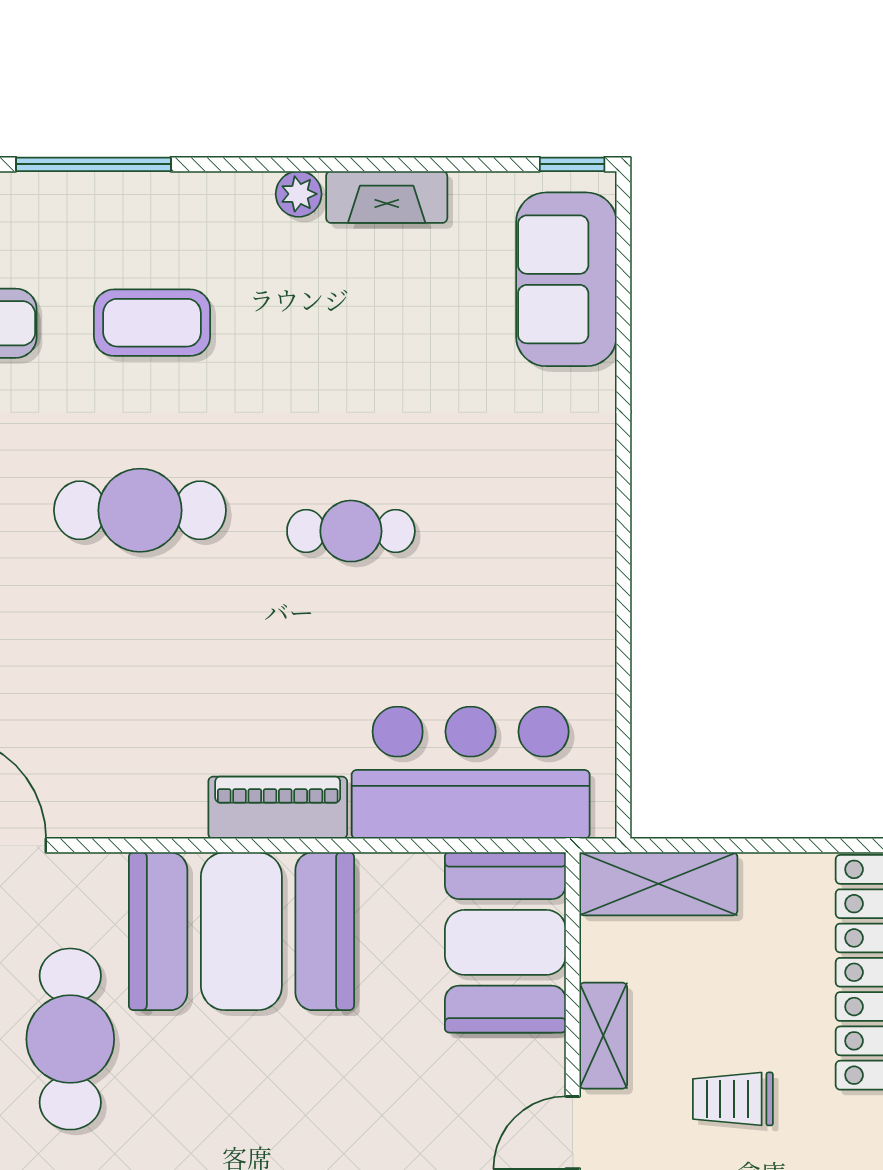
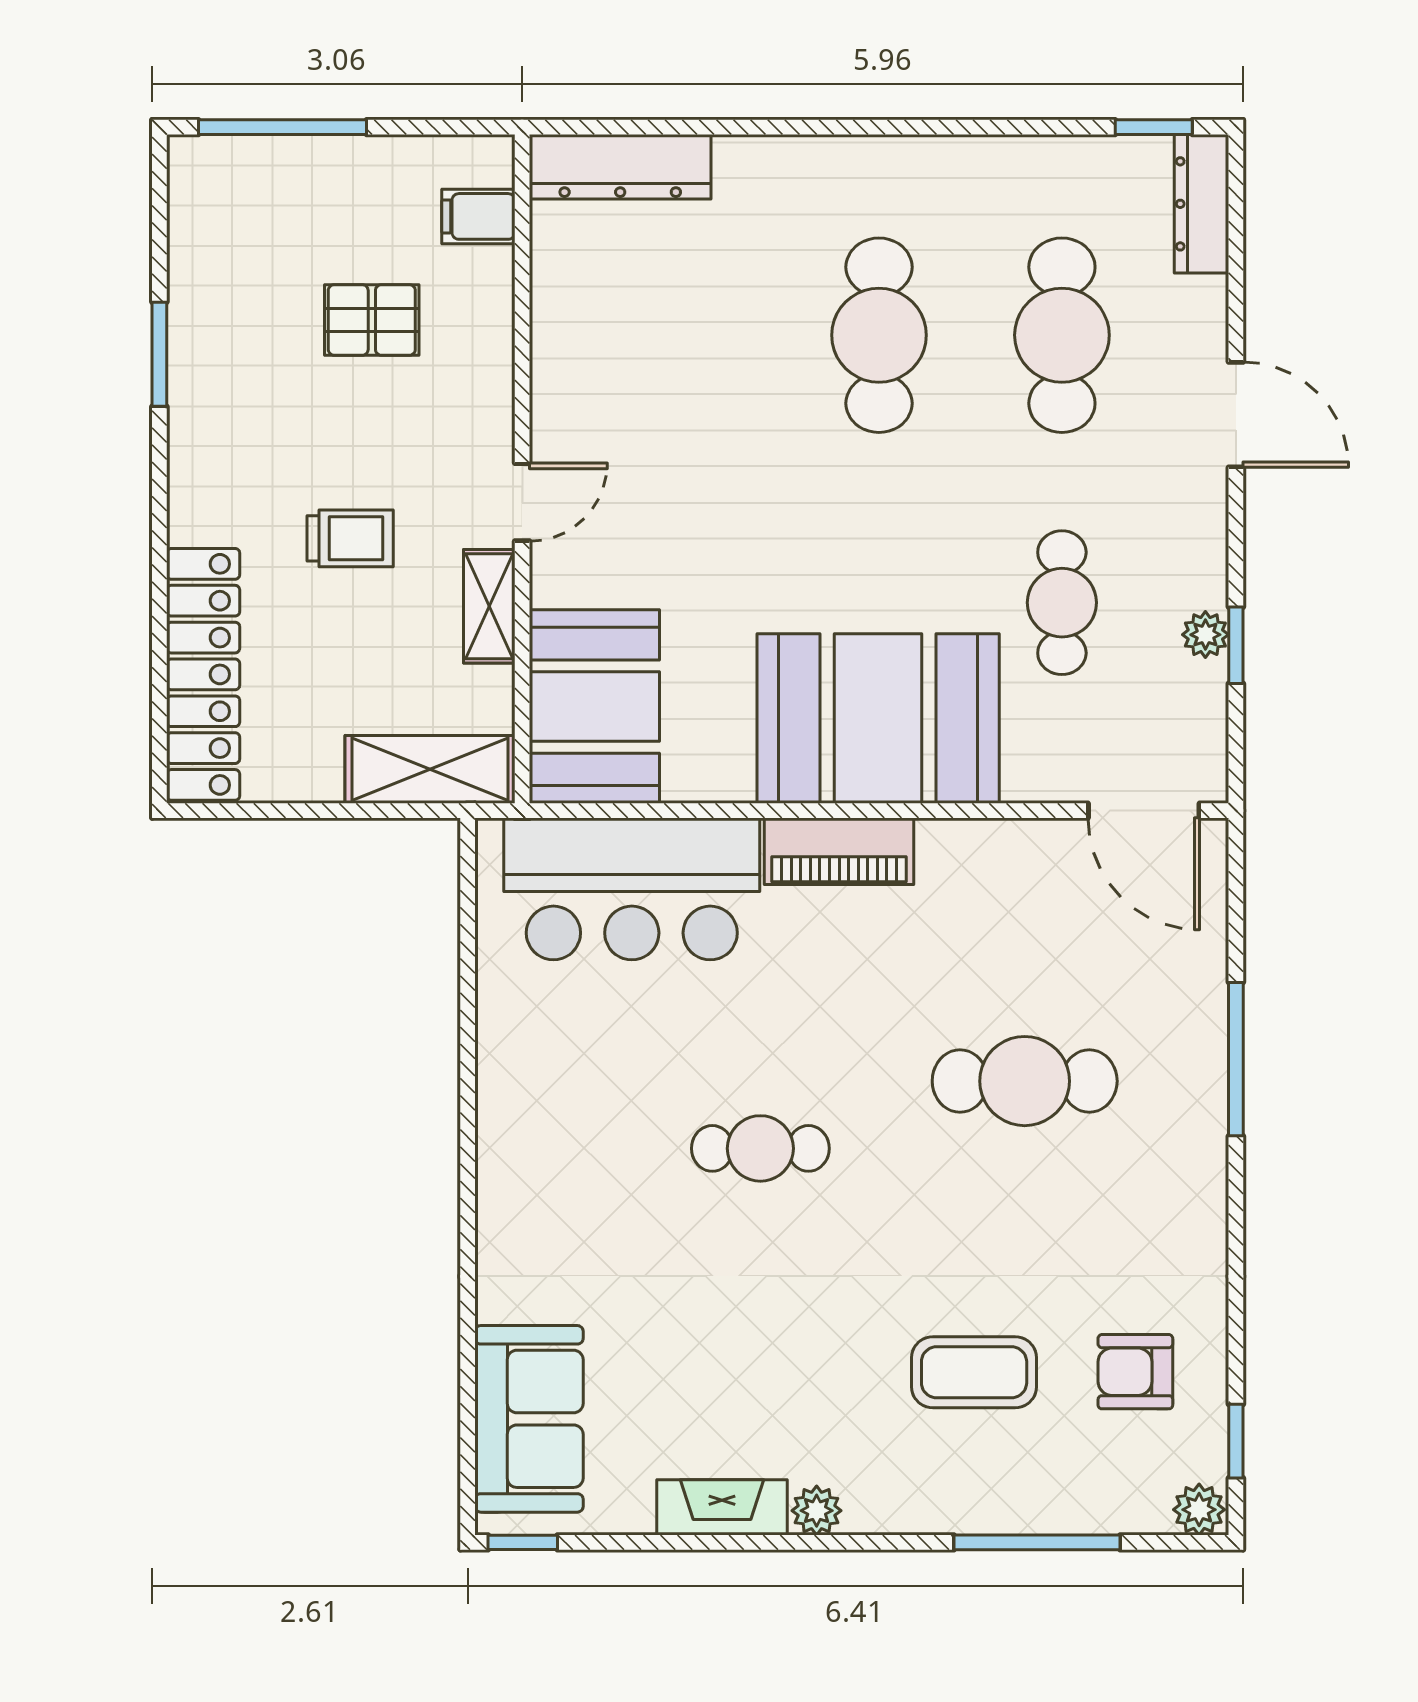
cafe table: (140, 510) -> (1025, 1081), moved
cafe table: (70, 1039) -> (1062, 603), width x0.73, depth x0.74

